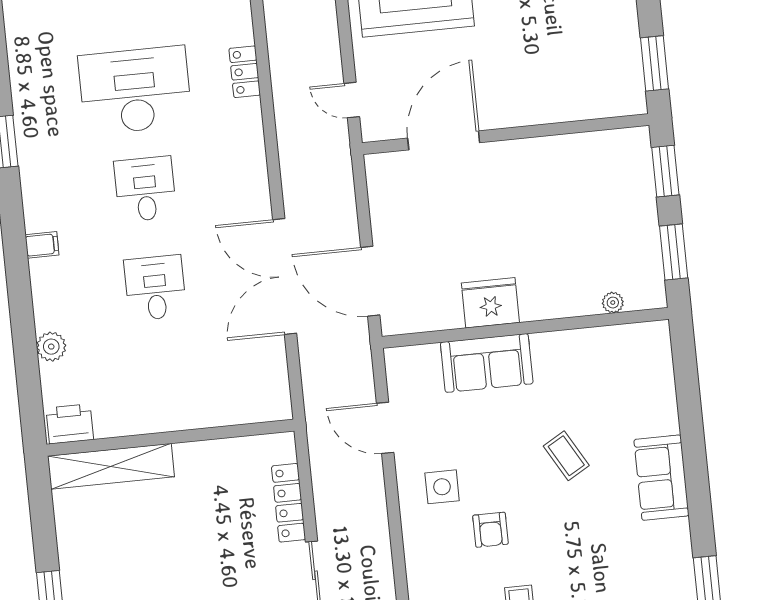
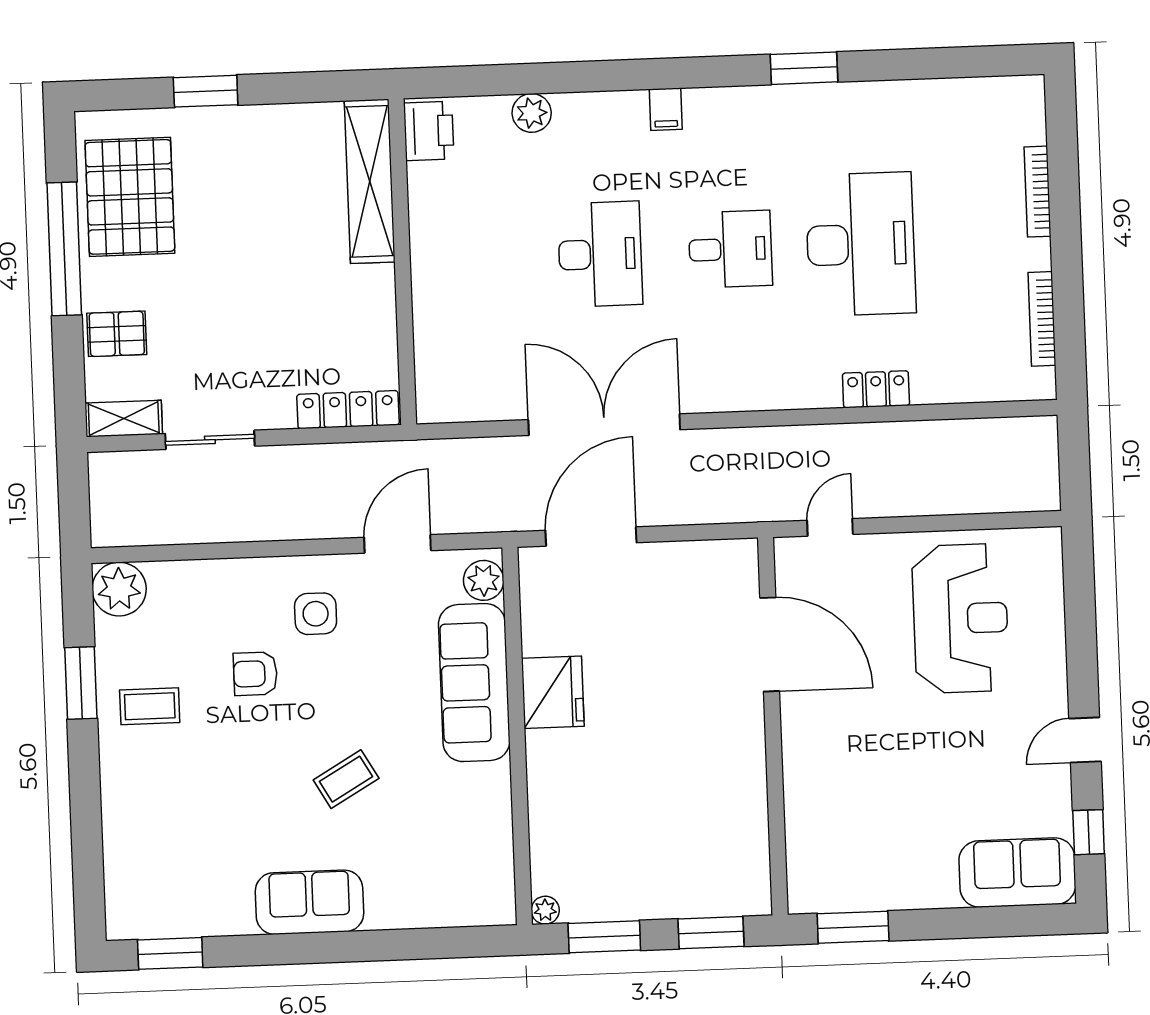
desk: (155, 288) -> (600, 254), width x1.37
plant: (613, 303) -> (545, 910), moved
plant: (409, 361) -> (484, 580), added
sofa: (487, 363) -> (474, 683), width x1.36
locker: (289, 503) -> (348, 410), moved

